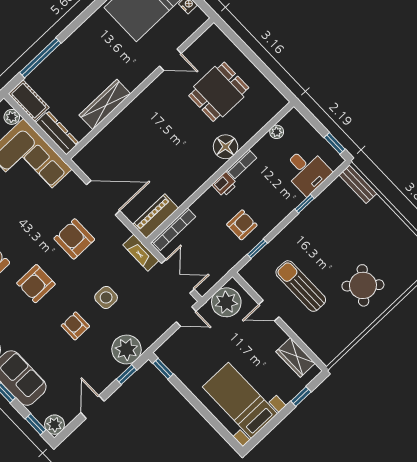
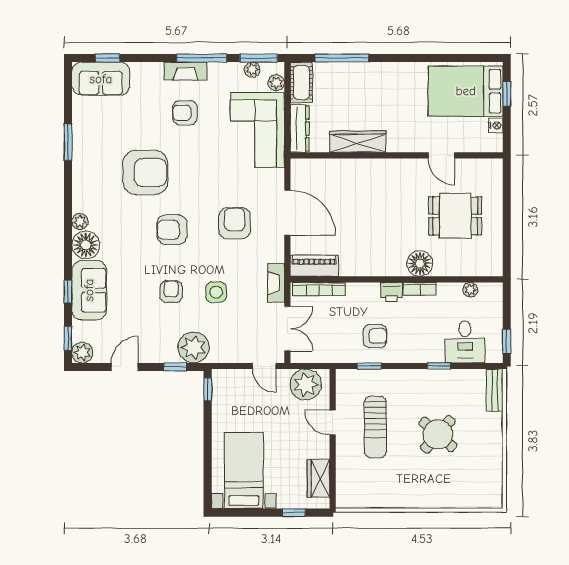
round table: (363, 285) -> (438, 434), moved
sun lounger: (301, 286) -> (375, 427), turned 180

